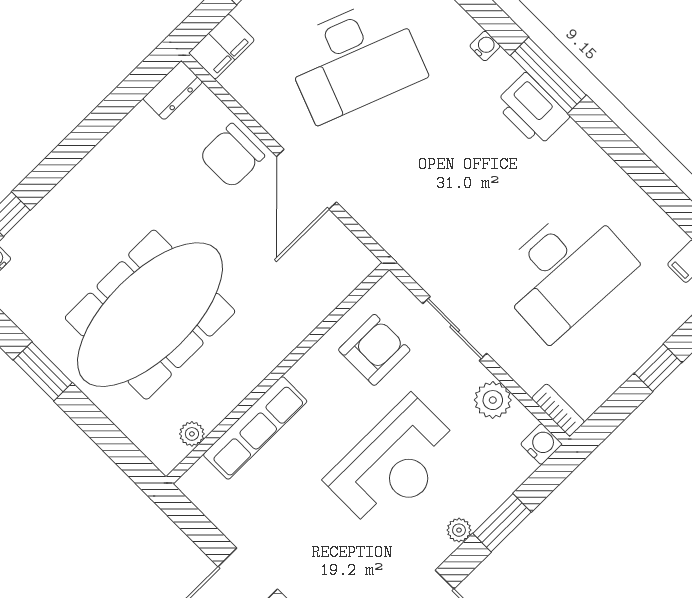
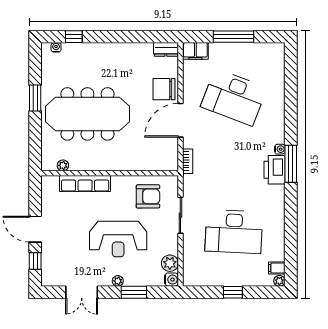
water cooler: (485, 46) -> (280, 149), moved
plant: (493, 400) -> (170, 263), moved
bookcase: (558, 410) -> (188, 161), moved

